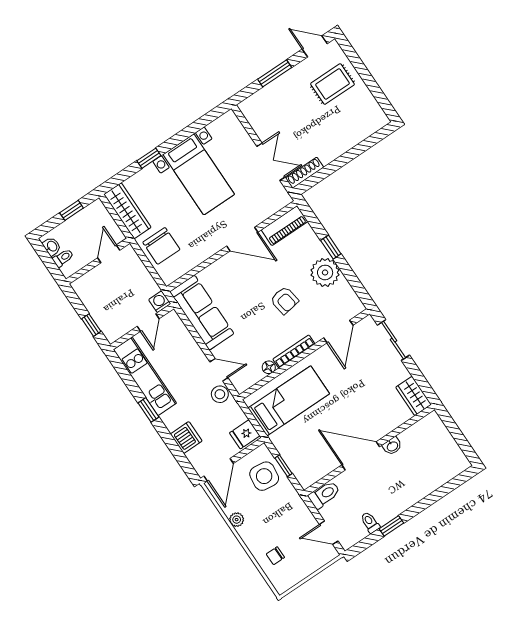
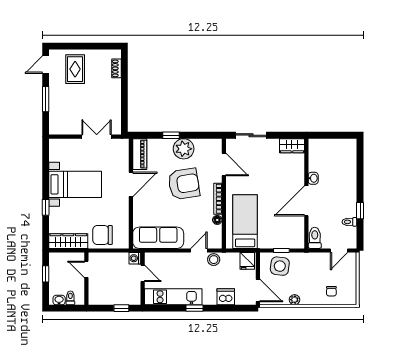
shoe rack: (305, 173) -> (116, 68), moved, width x0.70
chair: (161, 246) -> (103, 235), turned 180
armchair: (284, 300) -> (184, 184), width x1.88, depth x1.88

